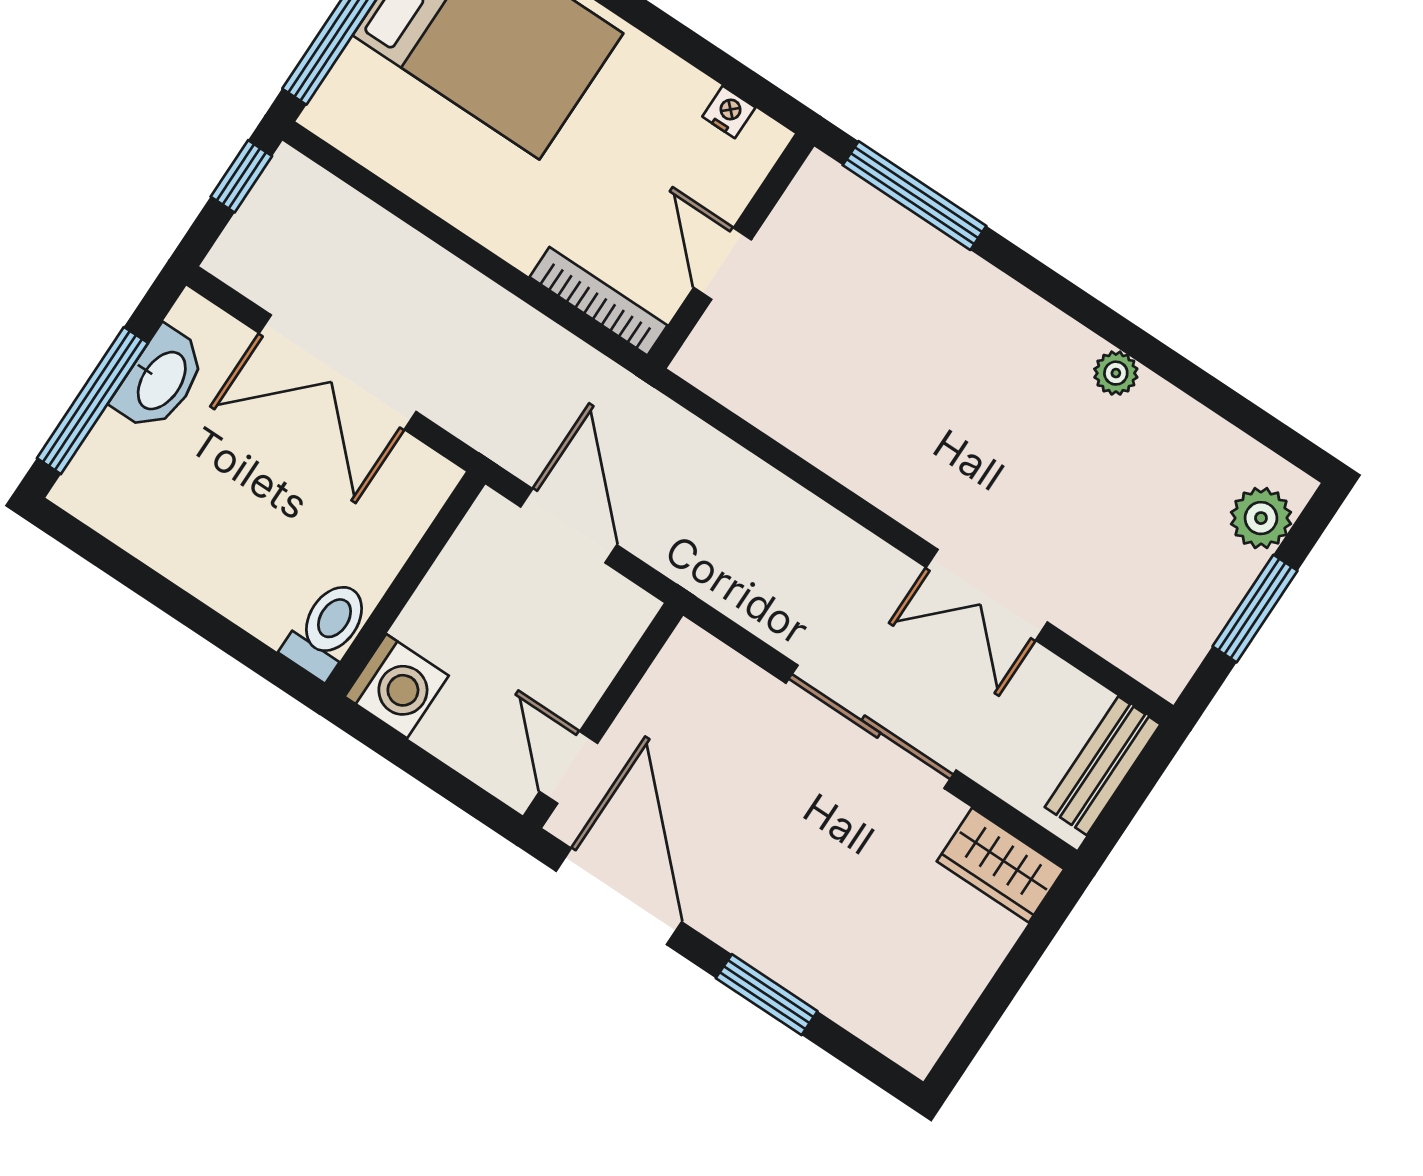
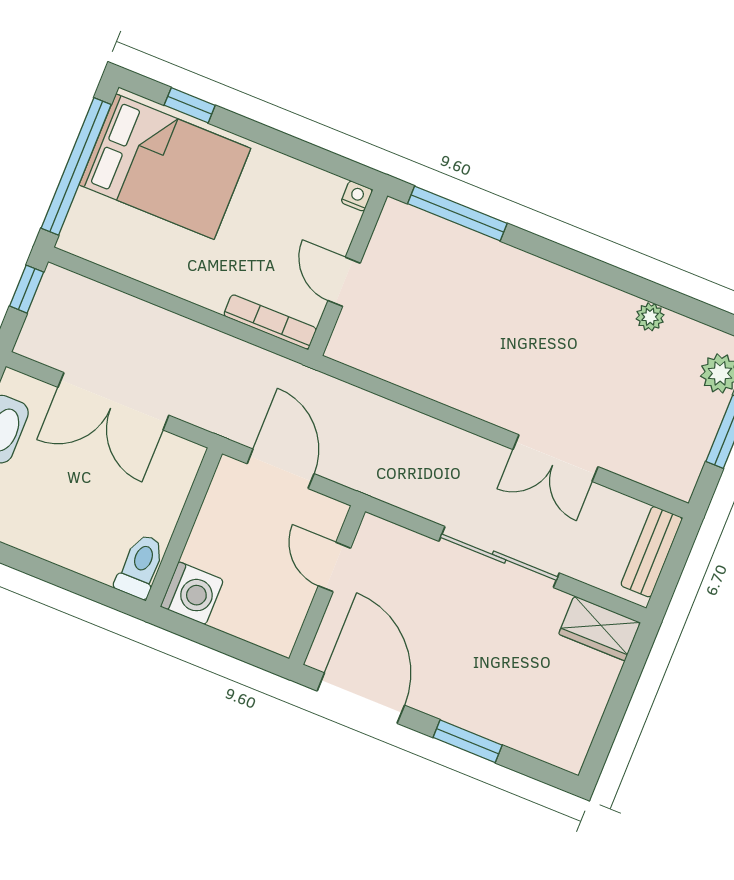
nightstand: (729, 112) -> (357, 196), moved
plant: (1116, 373) -> (650, 317), moved
door: (569, 767) -> (334, 567), moved

